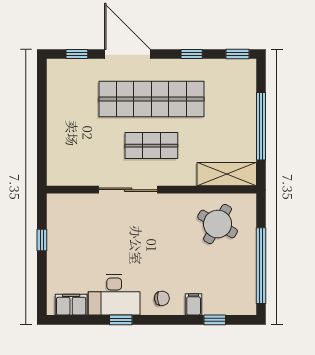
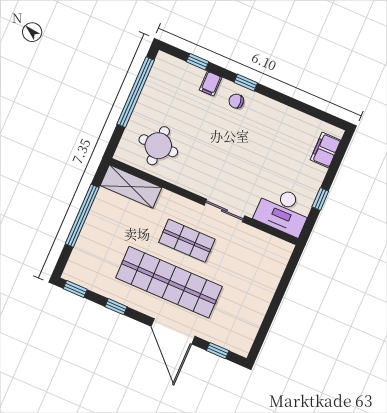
sliding door: (128, 190) -> (224, 211), width x0.73
round table: (218, 224) -> (158, 146), turned -30
desk: (114, 295) -> (283, 211), moved, turned 180
filing cabinet: (71, 305) -> (326, 150), moved, turned 90
window: (121, 320) -> (246, 83), moved

